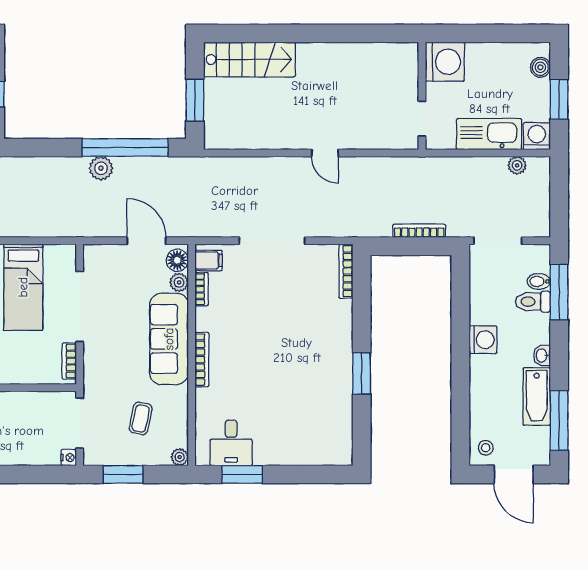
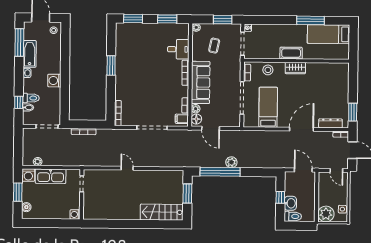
washing machine: (445, 62) -> (75, 214), width x0.53, depth x0.53
window: (559, 292) -> (19, 102), width x0.46
stool: (25, 367) -> (268, 70), added
desk: (231, 443) -> (178, 49), moved, turned 90
window: (315, 474) -> (133, 19), added

